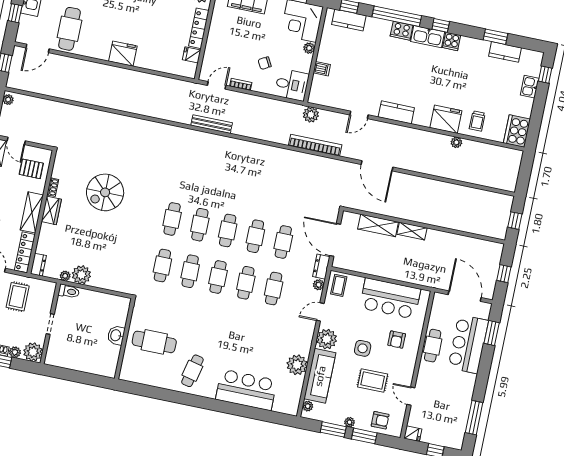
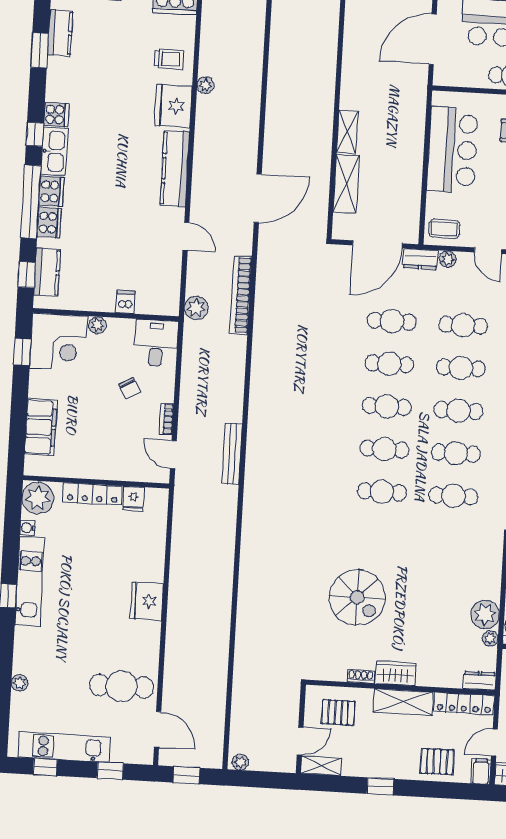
cooker: (381, 26) -> (49, 223), added
kitchen counter: (396, 112) -> (175, 169), width x1.50
pallet: (31, 169) -> (338, 712), turned 90

